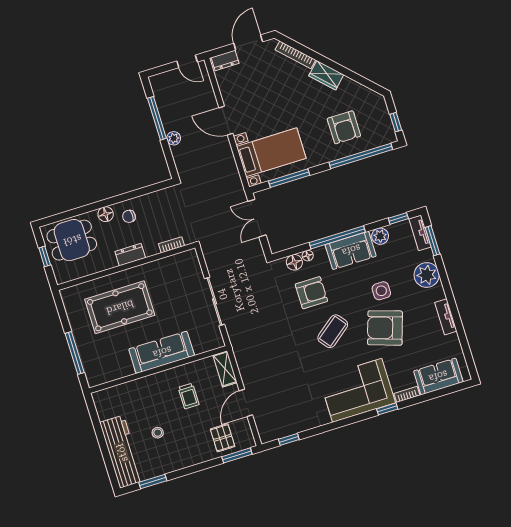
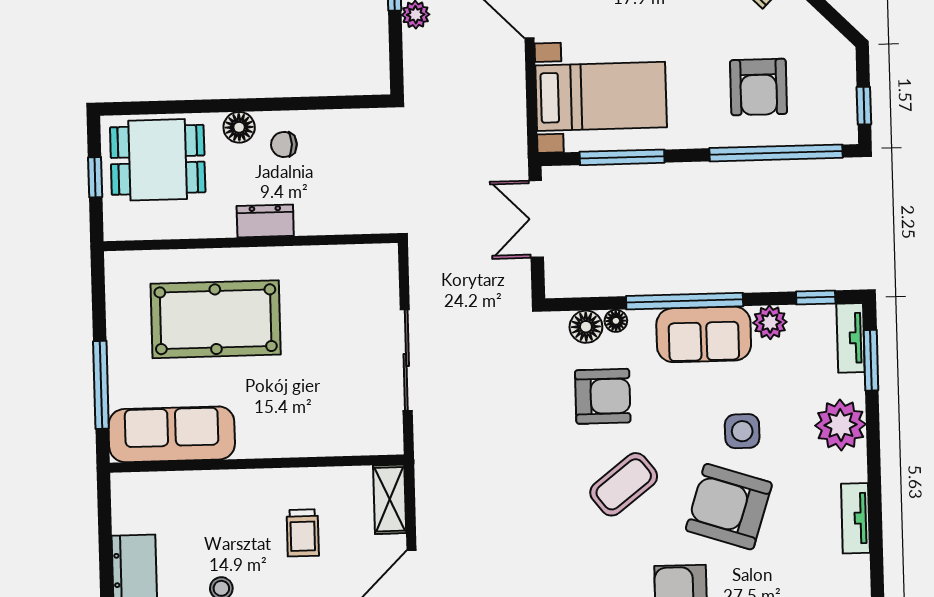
bookcase: (171, 245) -> (352, 224), removed
sofa: (162, 352) -> (172, 434), moved

